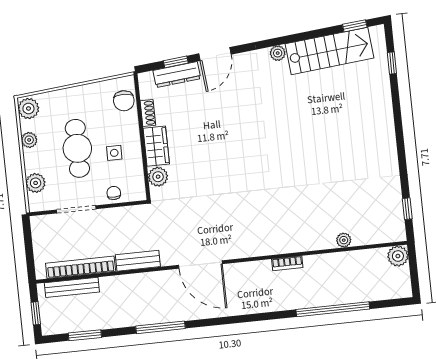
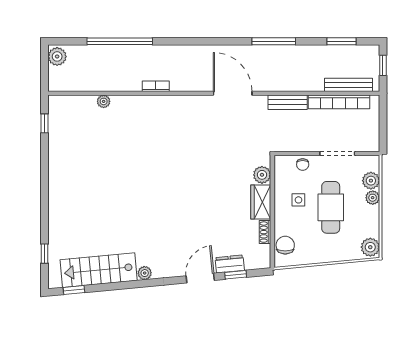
dresser: (177, 75) -> (230, 264), width x0.70
plant: (29, 140) -> (373, 198), moved
plant: (398, 256) -> (57, 56), moved

